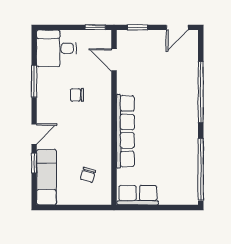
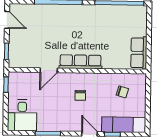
door: (114, 60) -> (49, 70), moved
chair: (77, 95) -> (80, 95), moved
row of seats: (125, 131) -> (80, 62), width x0.73

